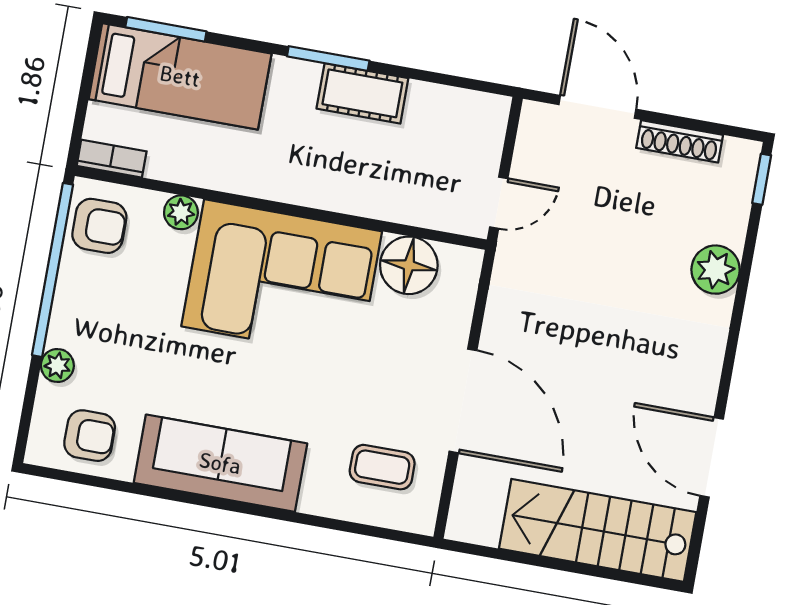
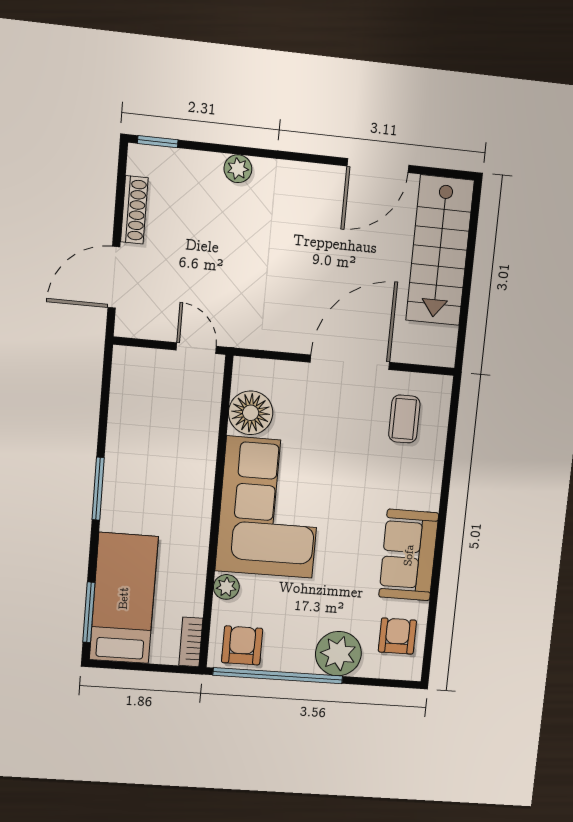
cot: (362, 93) -> (122, 460), removed
plant: (716, 270) -> (238, 169), width x0.73, depth x0.73
plant: (57, 365) -> (338, 654), width x1.87, depth x1.87
sofa: (220, 463) -> (409, 555), width x0.73

